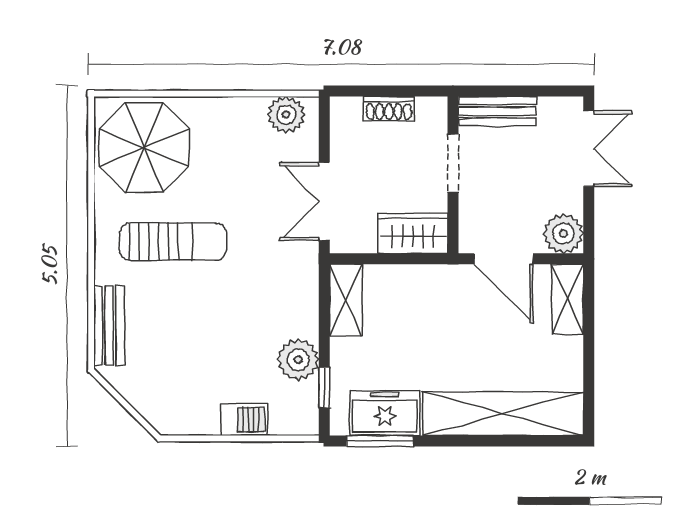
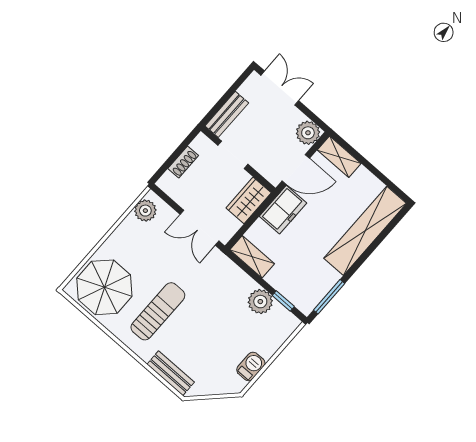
freezer: (385, 413) -> (283, 210), moved, turned 180
barbecue: (244, 419) -> (251, 366), moved

